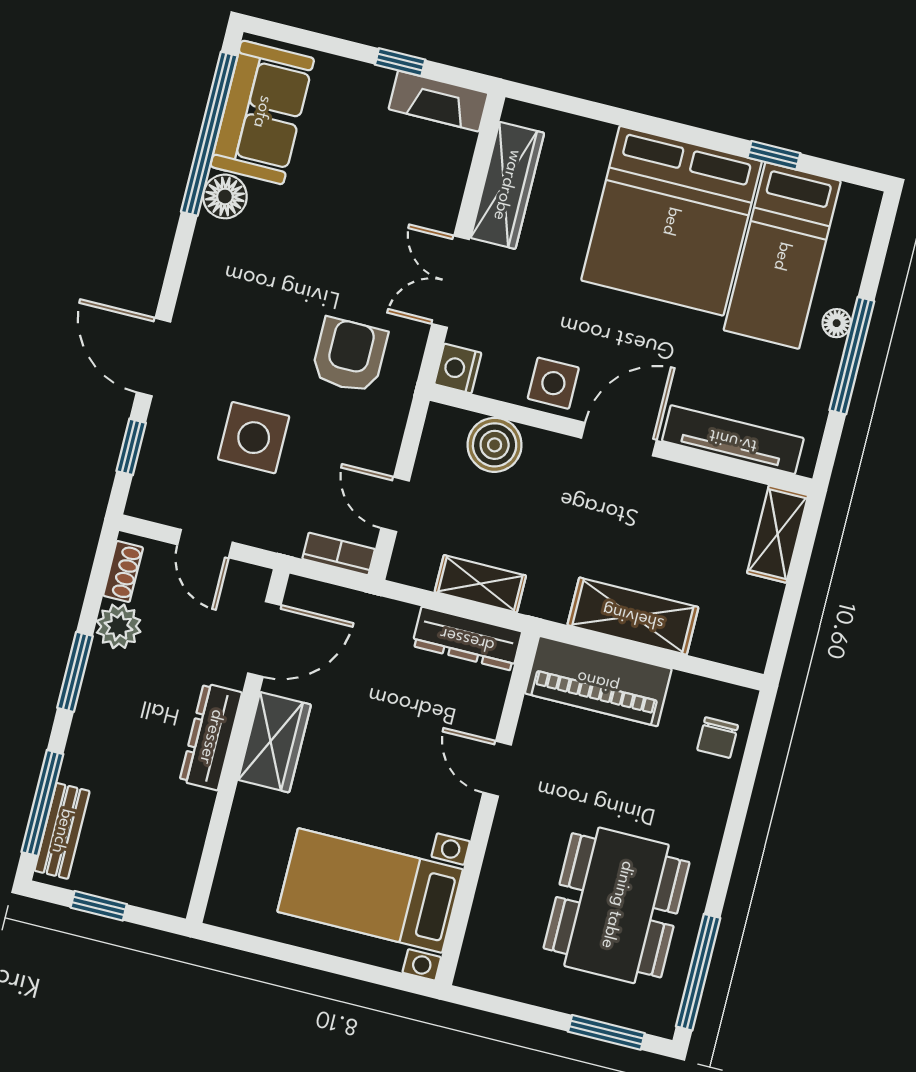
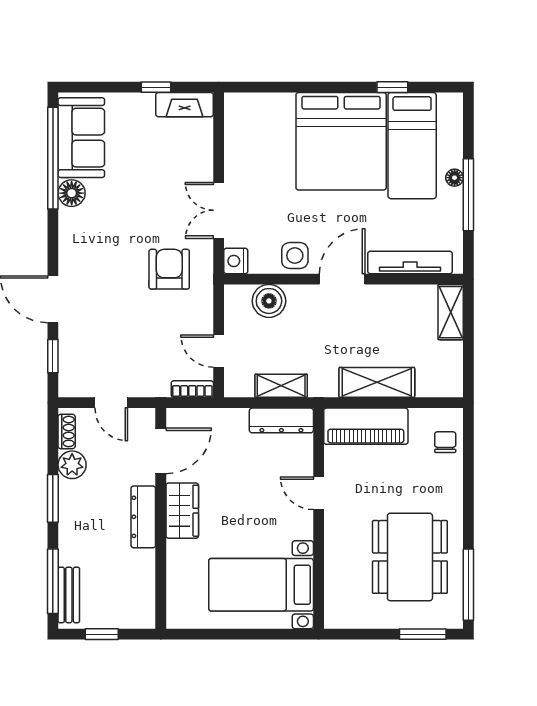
wardrobe: (507, 185) -> (238, 145), removed
side table: (254, 438) -> (124, 332), removed
chair: (718, 738) -> (445, 442), turned 180

